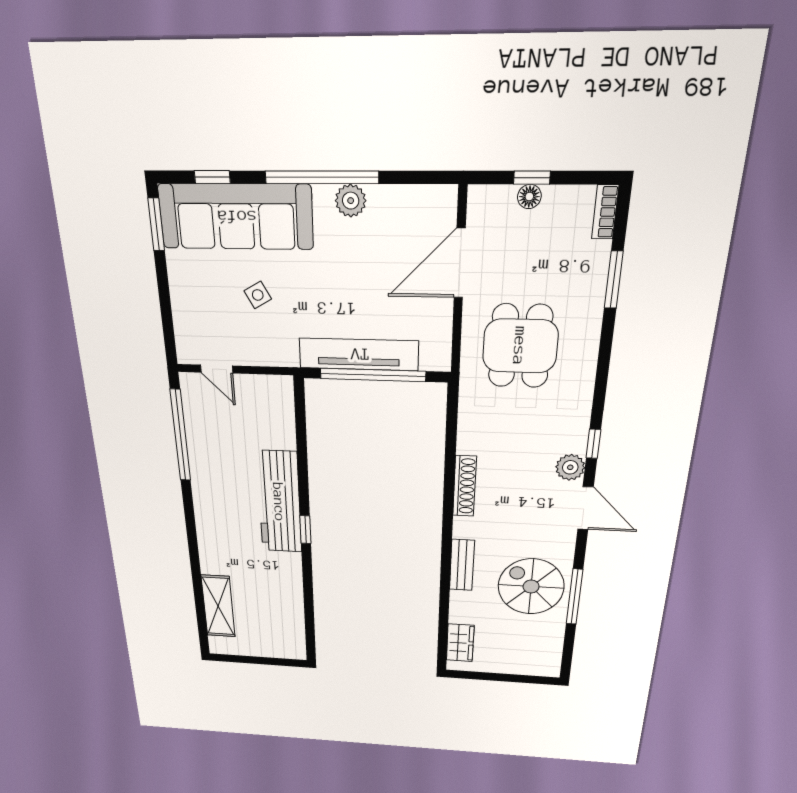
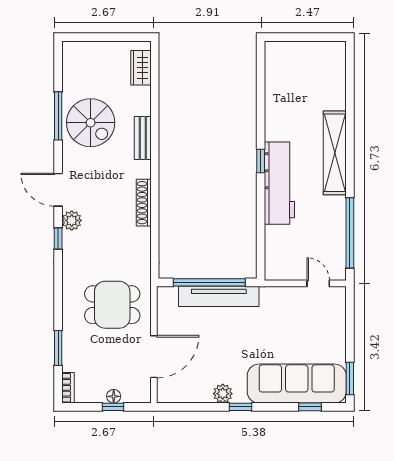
window: (322, 177) -> (240, 407), width x0.32
side table: (258, 295) -> (286, 335), removed
dining table: (520, 346) -> (112, 305), turned 90
shelving: (218, 606) -> (335, 153), moved, width x1.47

